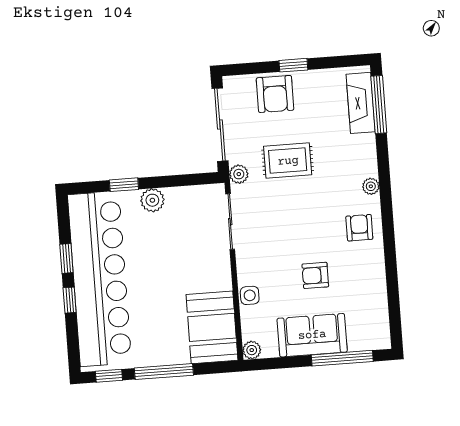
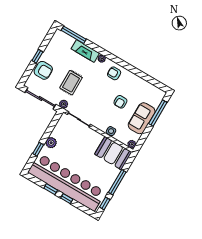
fireplace: (361, 103) -> (85, 51), moved

